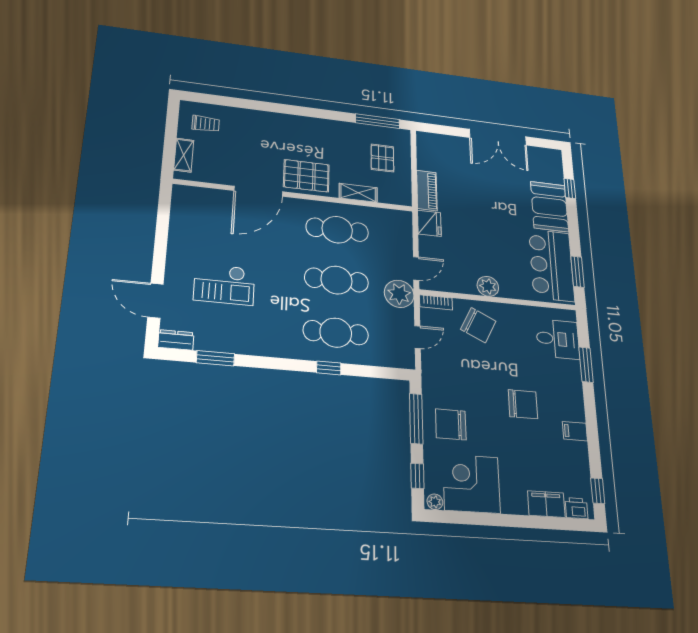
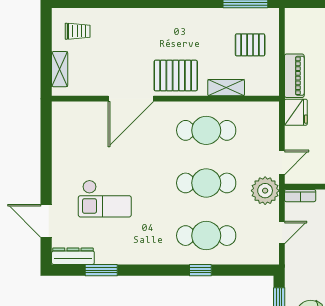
pallet: (382, 158) -> (250, 45), turned 90
dresser: (176, 340) -> (73, 256), width x1.44

